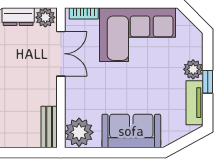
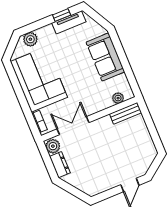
plant: (193, 69) -> (30, 39), moved
window: (208, 82) -> (62, 15), moved
plant: (79, 132) -> (118, 98), width x0.53, depth x0.53

